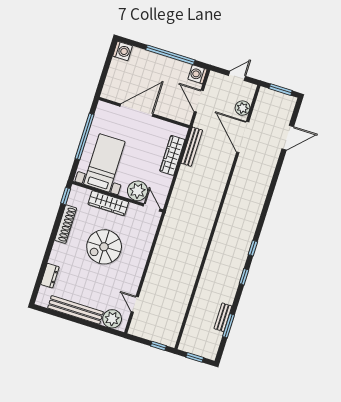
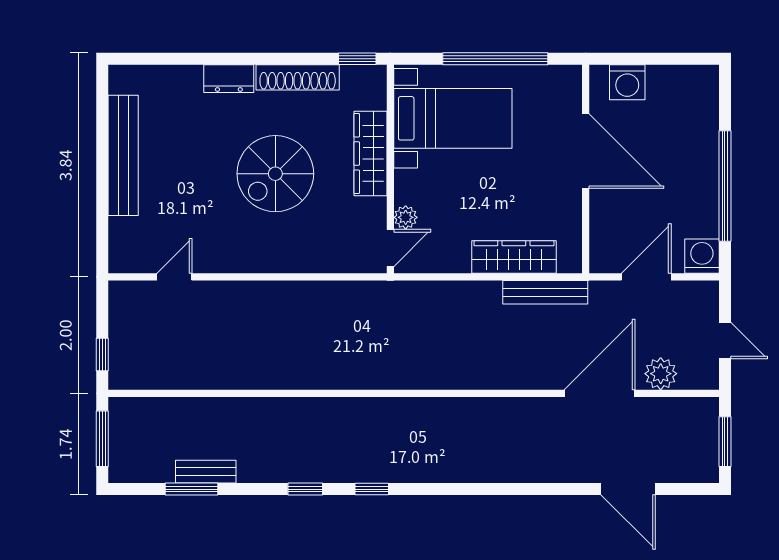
washing machine: (123, 51) -> (627, 82), moved
plant: (137, 191) -> (406, 217), width x0.53, depth x0.53
spiral stairs: (104, 247) -> (275, 174), turned -90
dresser: (50, 276) -> (229, 79), moved
plant: (112, 319) -> (129, 239), removed
window: (195, 357) -> (102, 439), width x1.50

